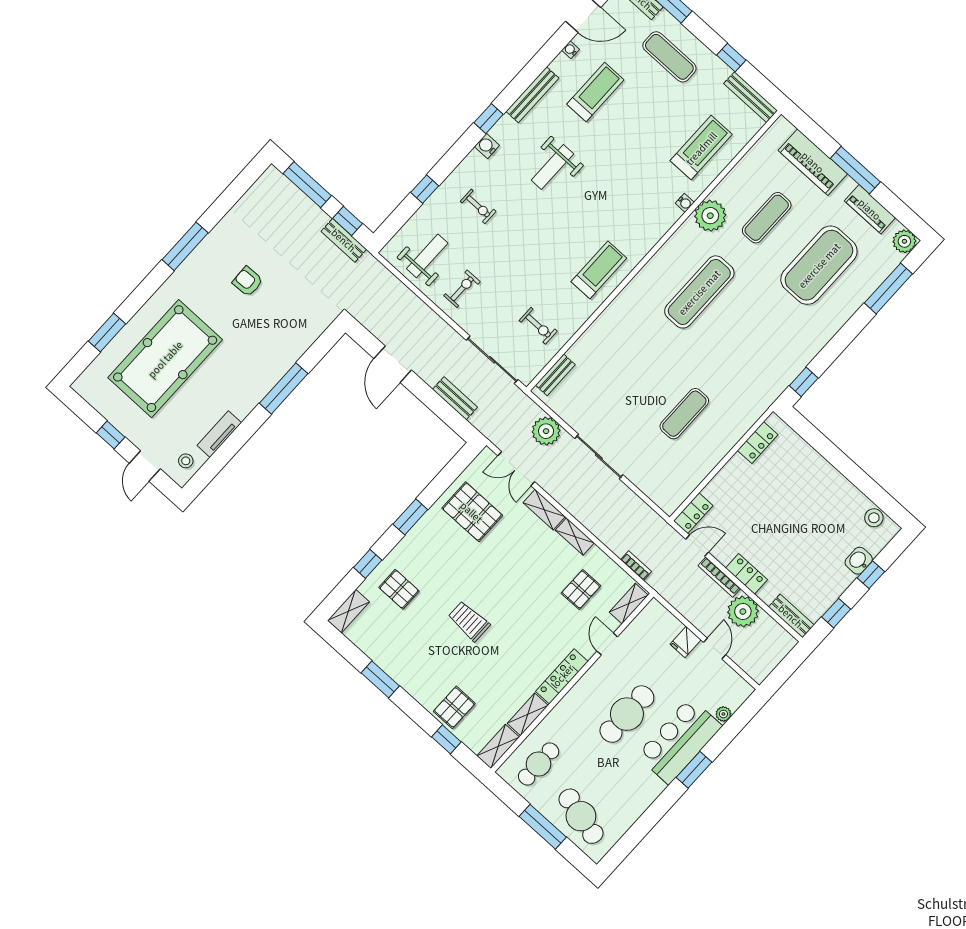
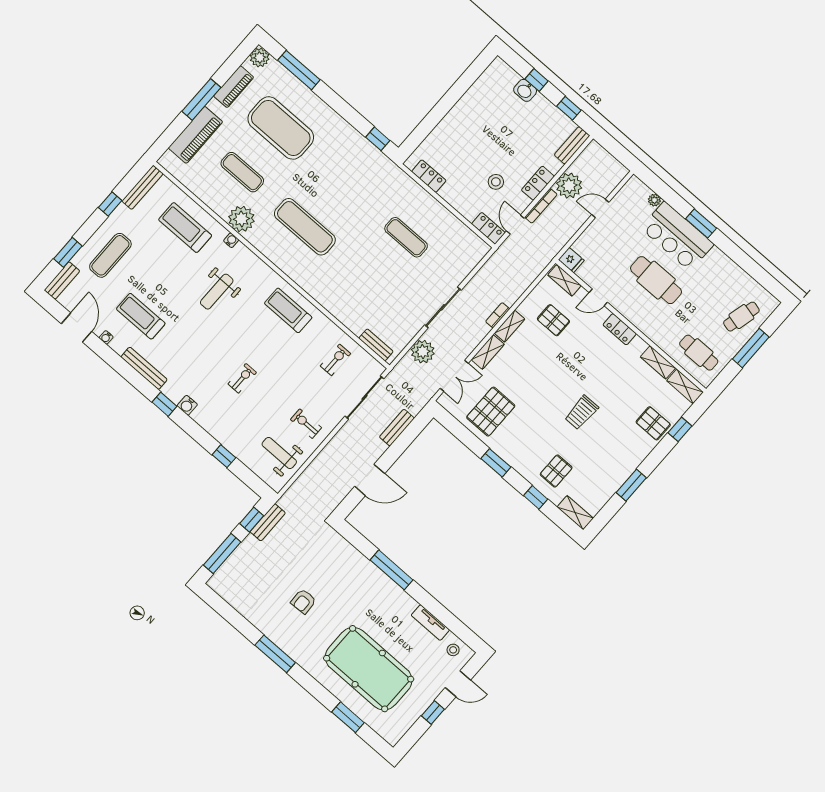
weight bench: (552, 167) -> (217, 292), moved, turned 90
exercise bike: (478, 206) -> (242, 378), moved
stool: (874, 518) -> (496, 182), moved
bookcase: (636, 566) -> (498, 315), moved
fridge: (686, 642) -> (571, 260), moved
locker: (562, 676) -> (620, 329), width x0.66
cafe table: (581, 816) -> (741, 317), width x0.73, depth x0.74

